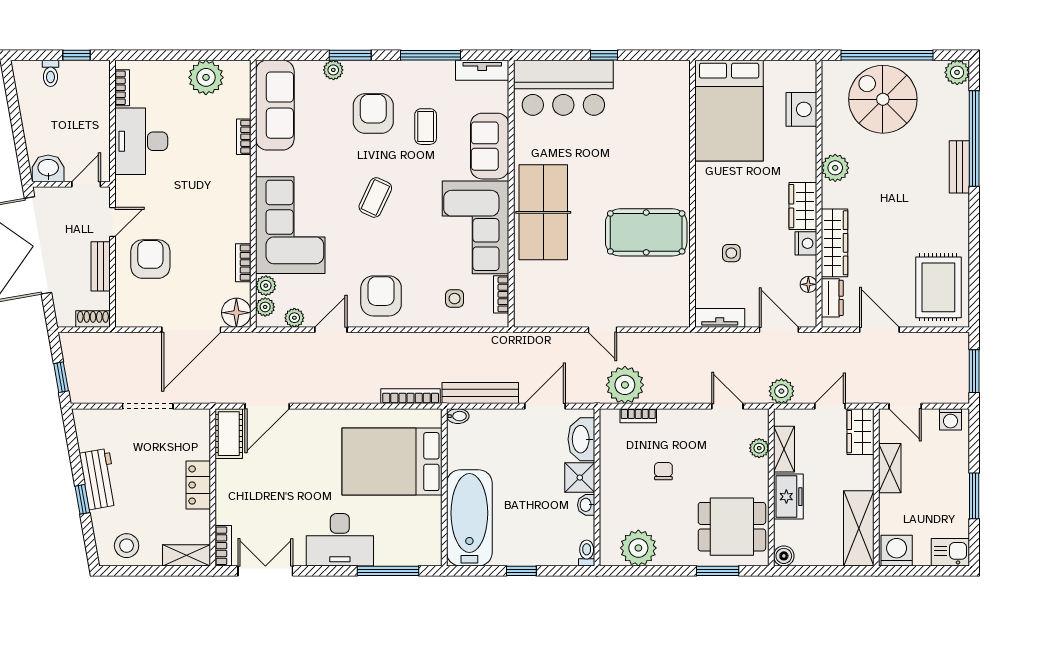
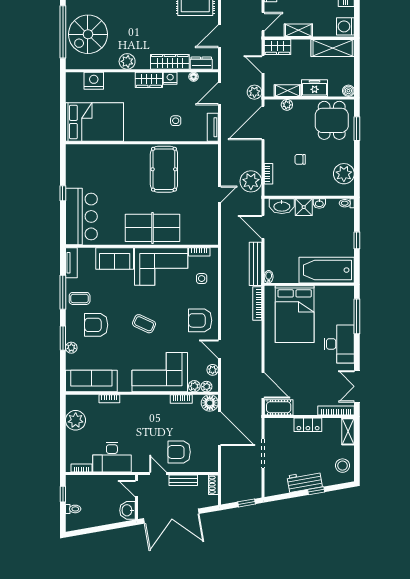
coffee table: (426, 127) -> (80, 298), moved
door: (727, 406) -> (263, 123), width x1.88
bookcase: (223, 546) -> (336, 410), width x1.56

